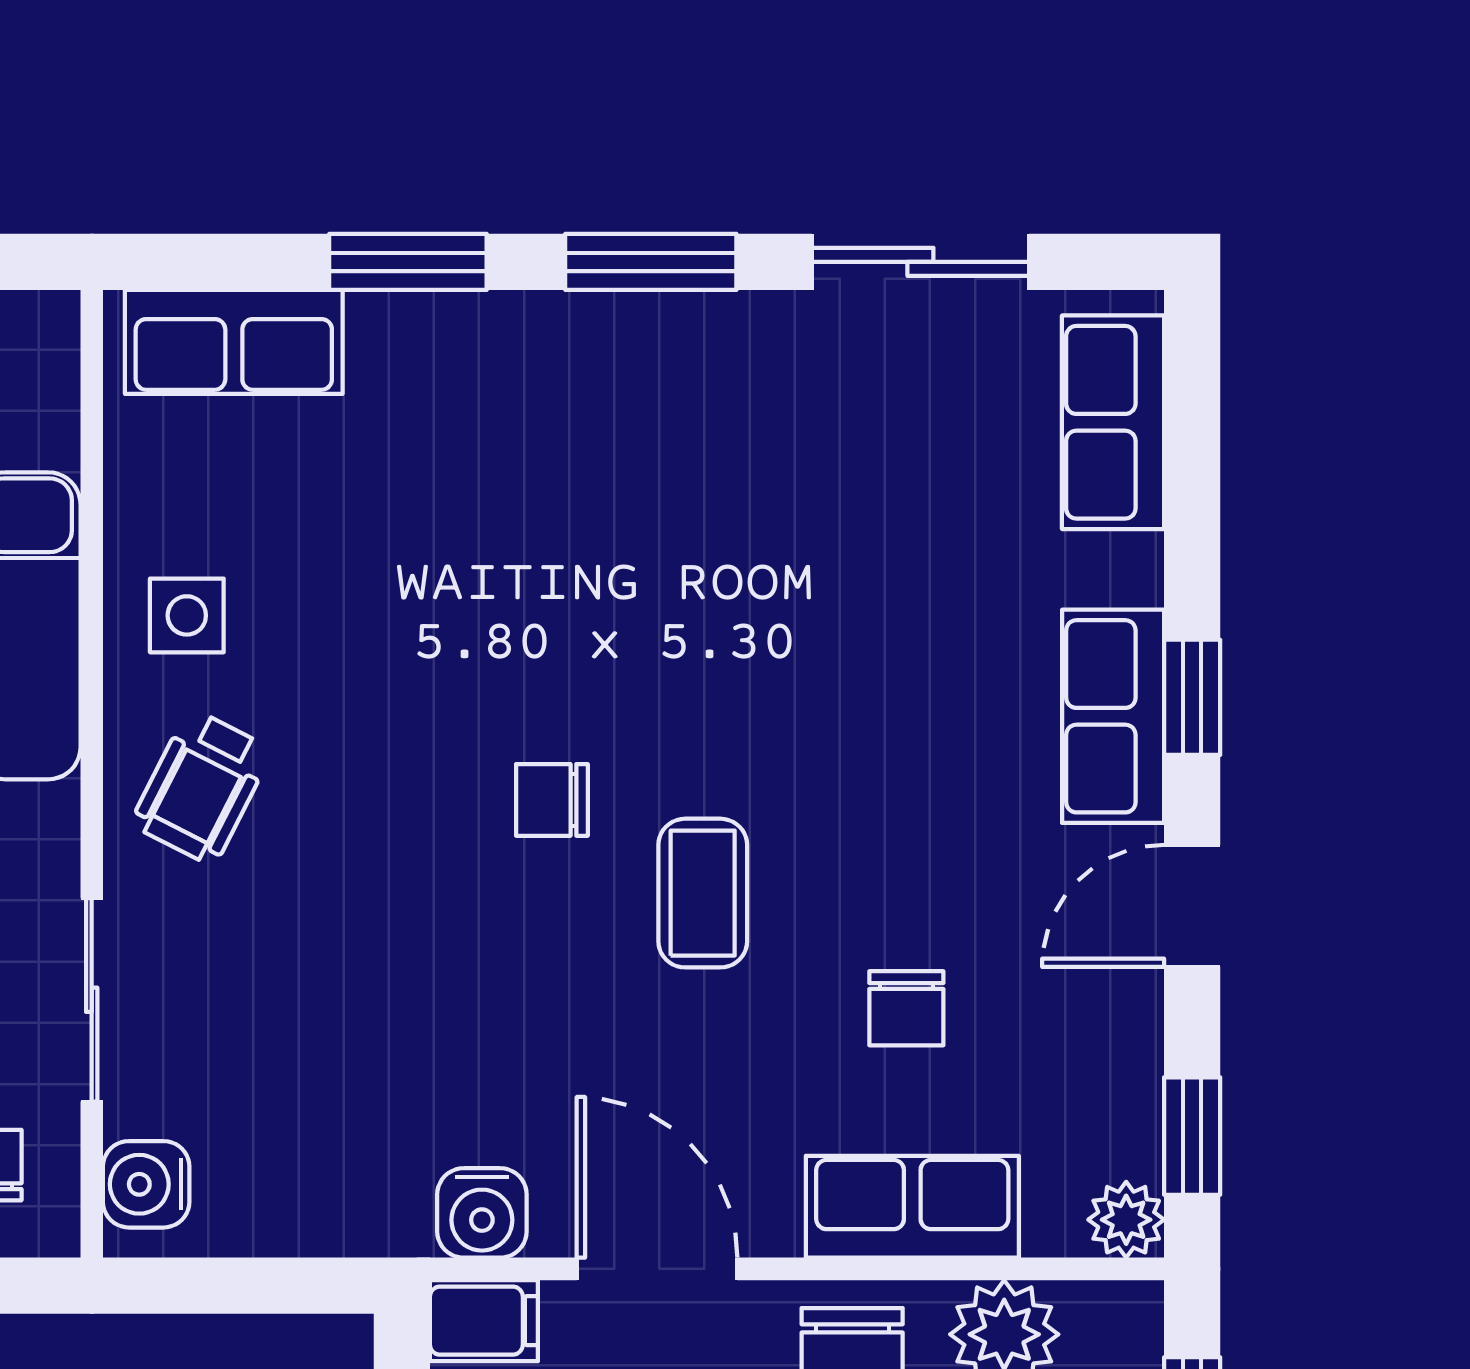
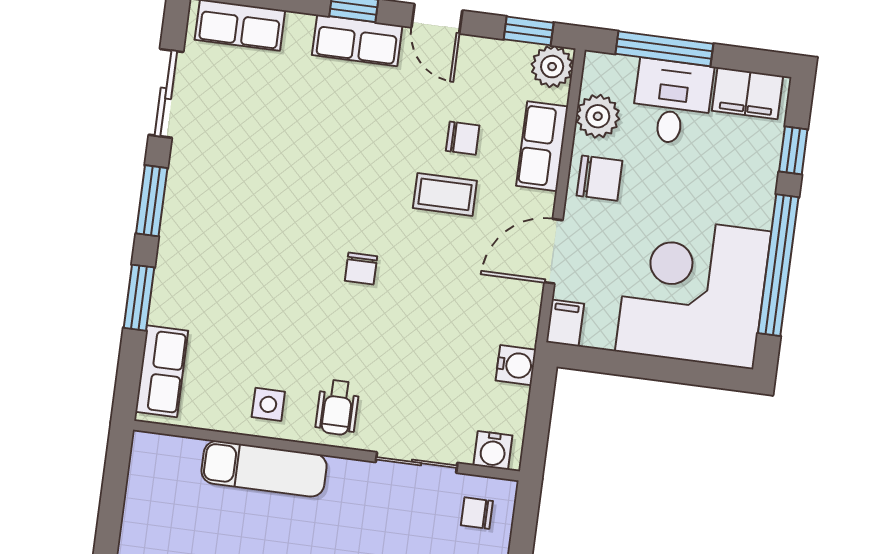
wheelchair: (202, 787) -> (337, 407), turned 63
coffee table: (703, 893) -> (445, 194), moved
water cooler: (482, 1213) -> (516, 365), moved
plant: (1126, 1220) -> (552, 67), width x1.38, depth x1.38

